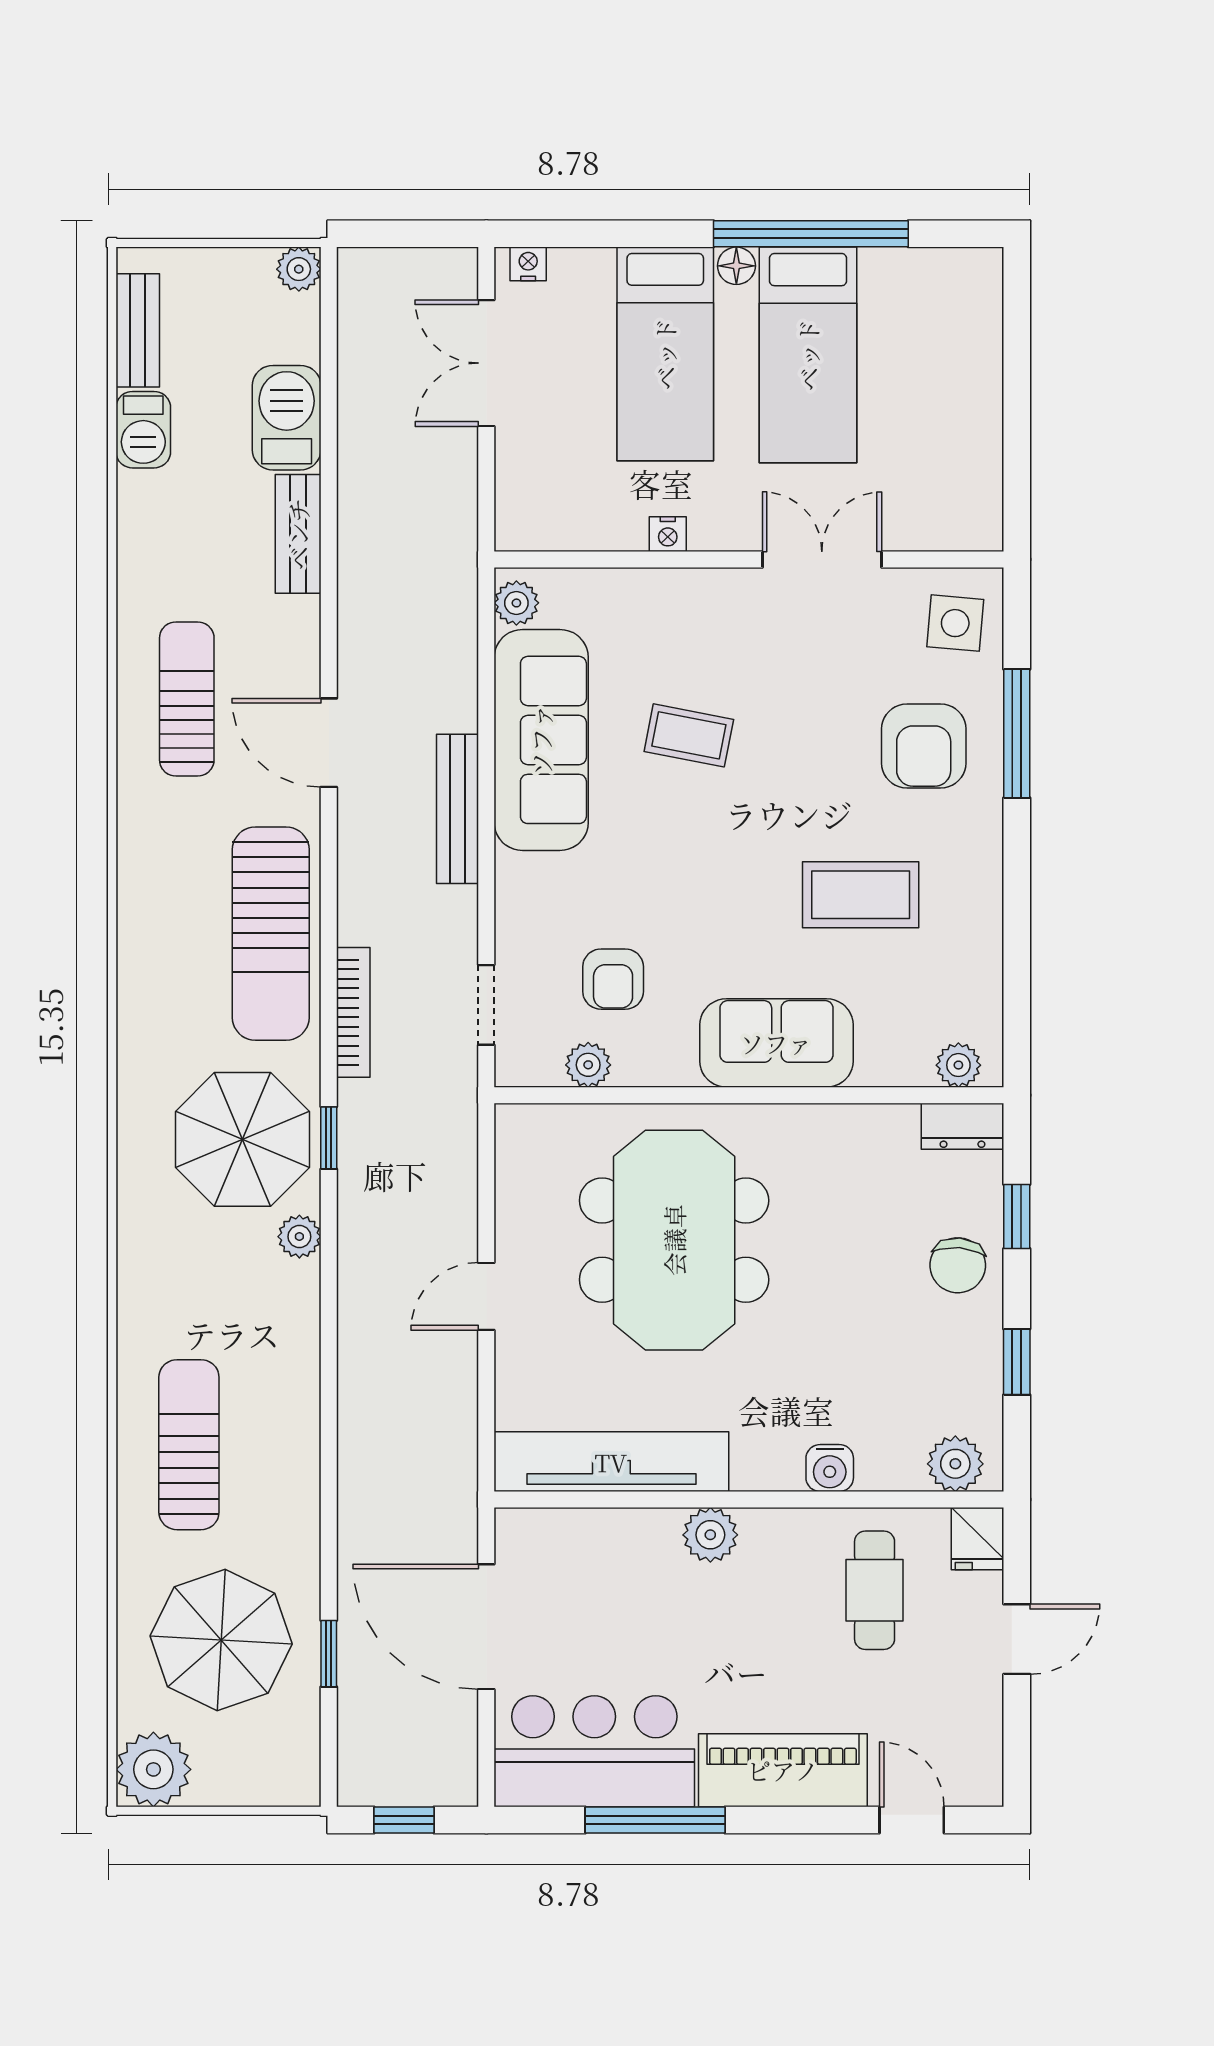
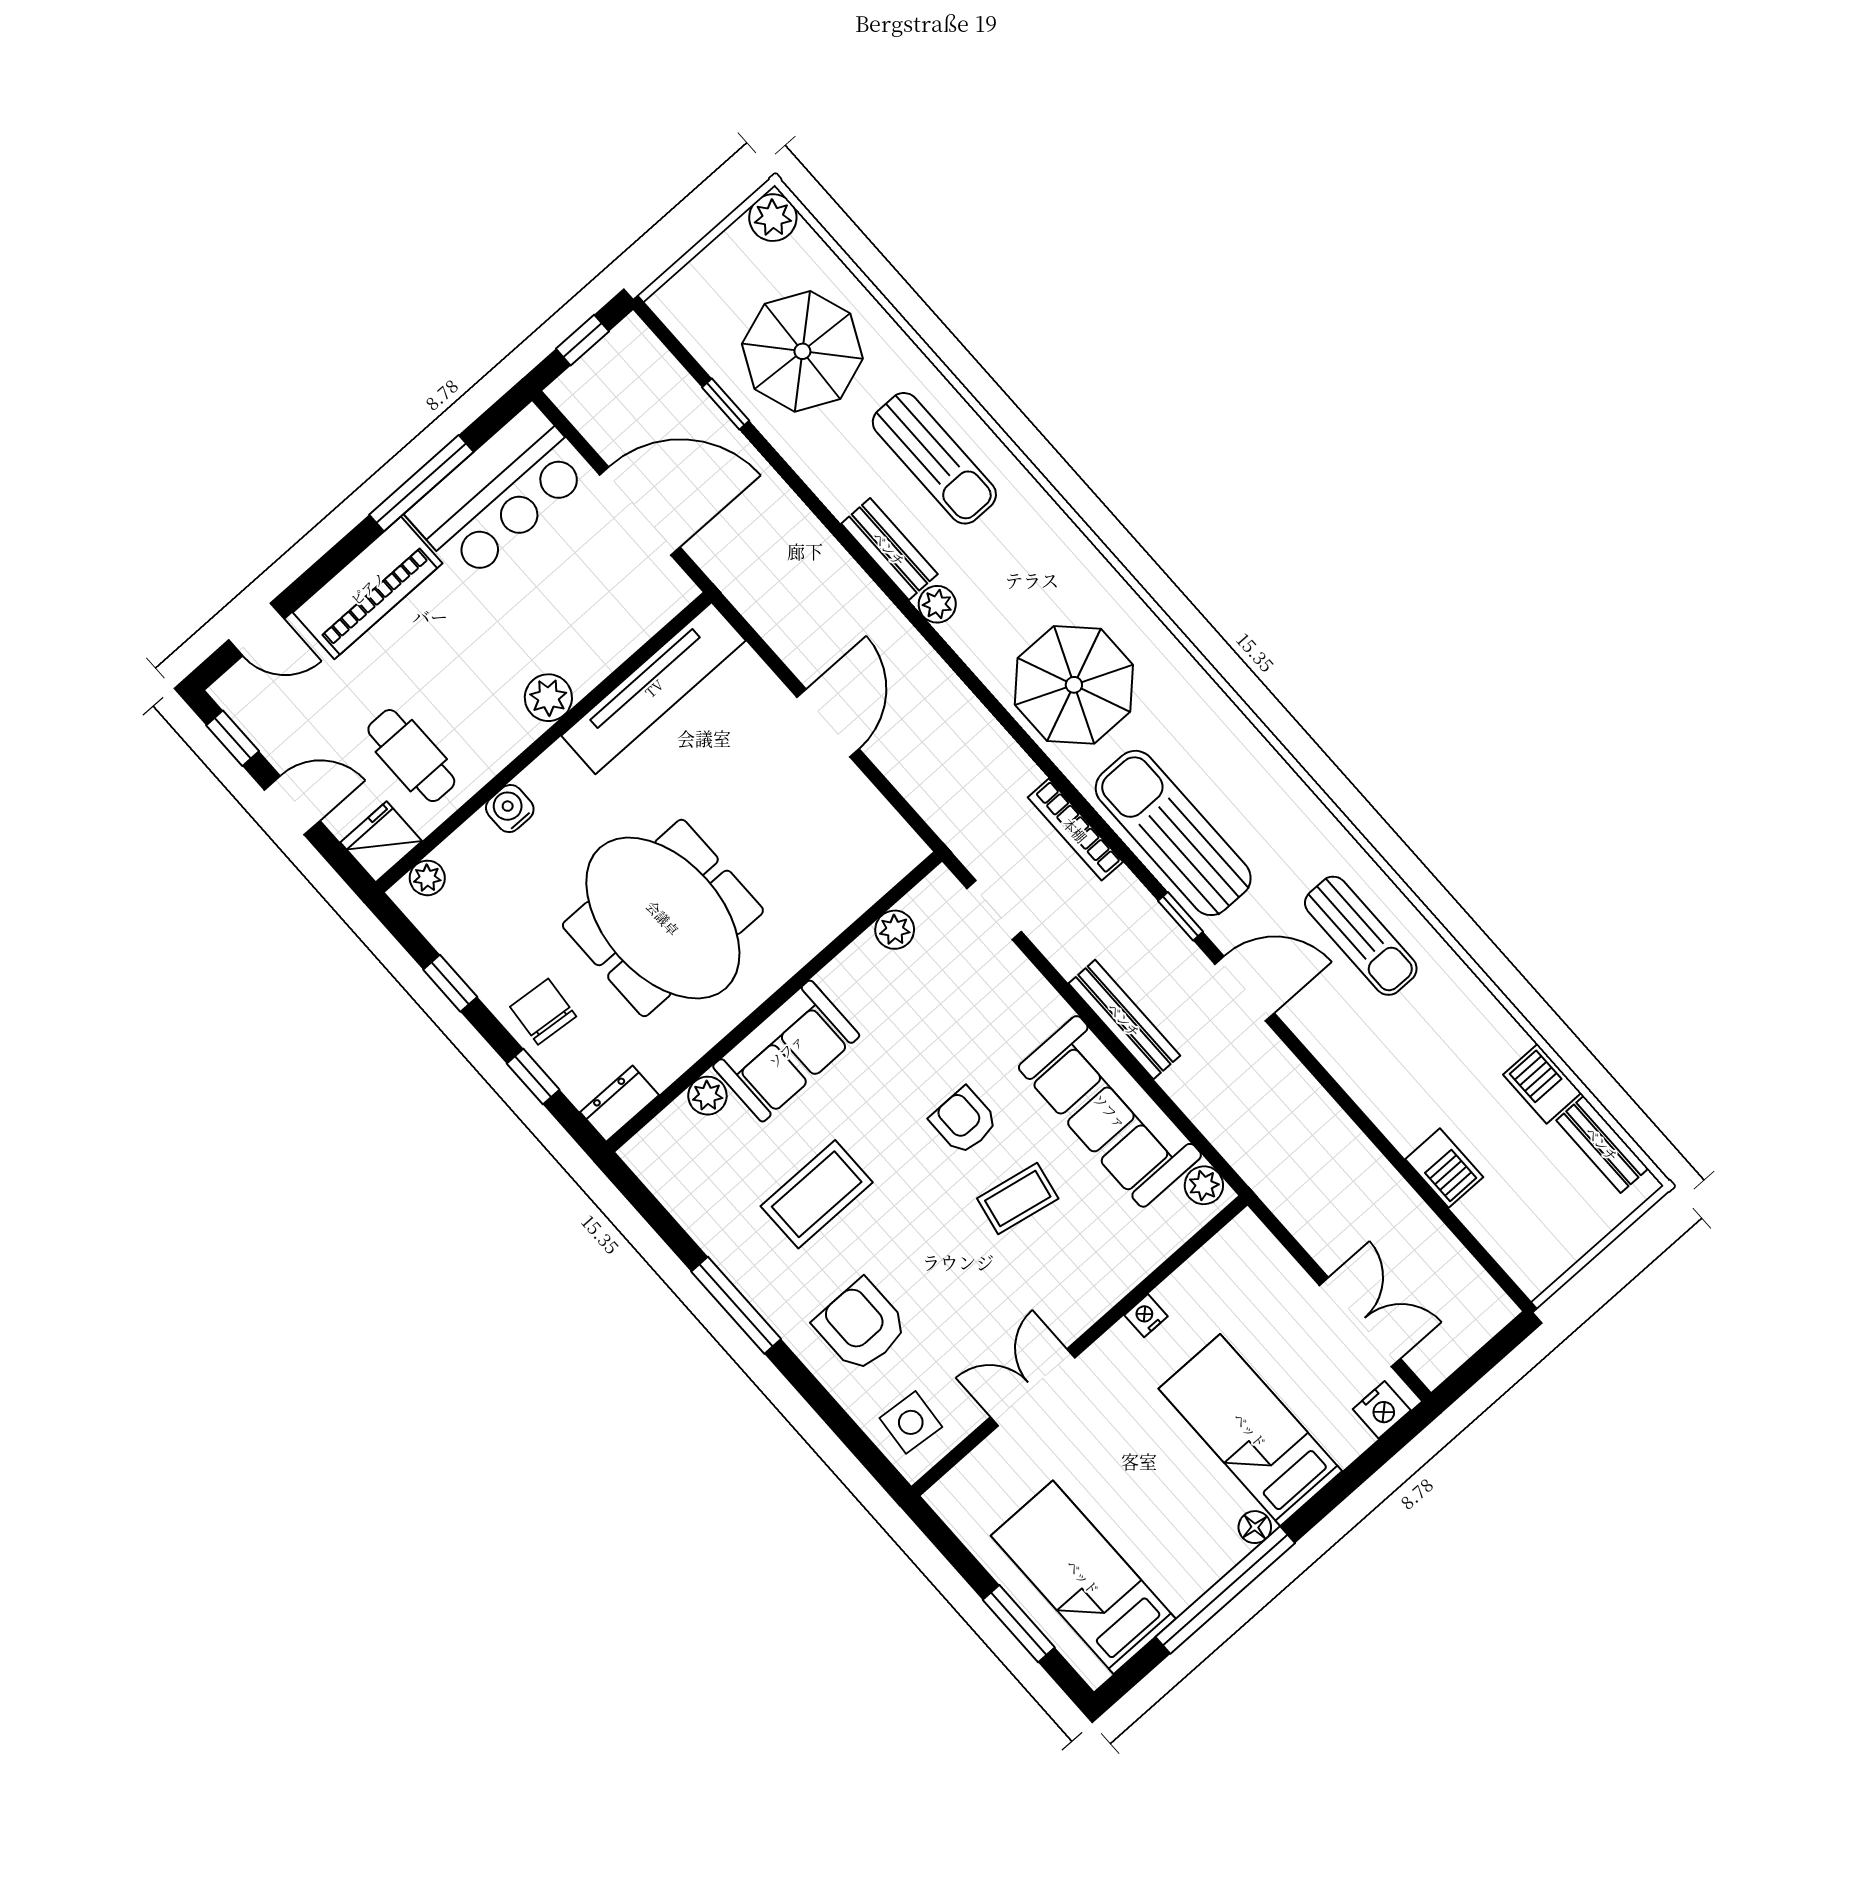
nightstand: (528, 264) -> (1382, 1410), width x1.39, depth x1.35
plant: (299, 269) -> (1534, 1276), removed
bed: (808, 355) -> (1083, 1577), moved
window: (1017, 364) -> (1019, 1624), added
barbecue: (287, 418) -> (1444, 1168), width x0.73, depth x0.79
bench: (298, 534) -> (889, 549), moved
double door: (822, 559) -> (1033, 1387), swing flipped
window: (1017, 733) -> (736, 1305), moved
armchair: (613, 979) -> (964, 1121), moved
plant: (958, 1065) -> (707, 1096), moved
window: (329, 1138) -> (1181, 916), moved
plant: (299, 1237) -> (937, 604), moved
meeting table: (674, 1240) -> (663, 918), moved
door: (486, 1296) -> (828, 723), width x1.38
plant: (955, 1464) -> (427, 878), width x0.73, depth x0.73
fridge: (977, 1539) -> (381, 842), width x1.38
door: (1017, 1639) -> (292, 805), swing flipped
window: (1017, 1744) -> (233, 738), added
plant: (153, 1769) -> (773, 218), width x0.73, depth x0.73

